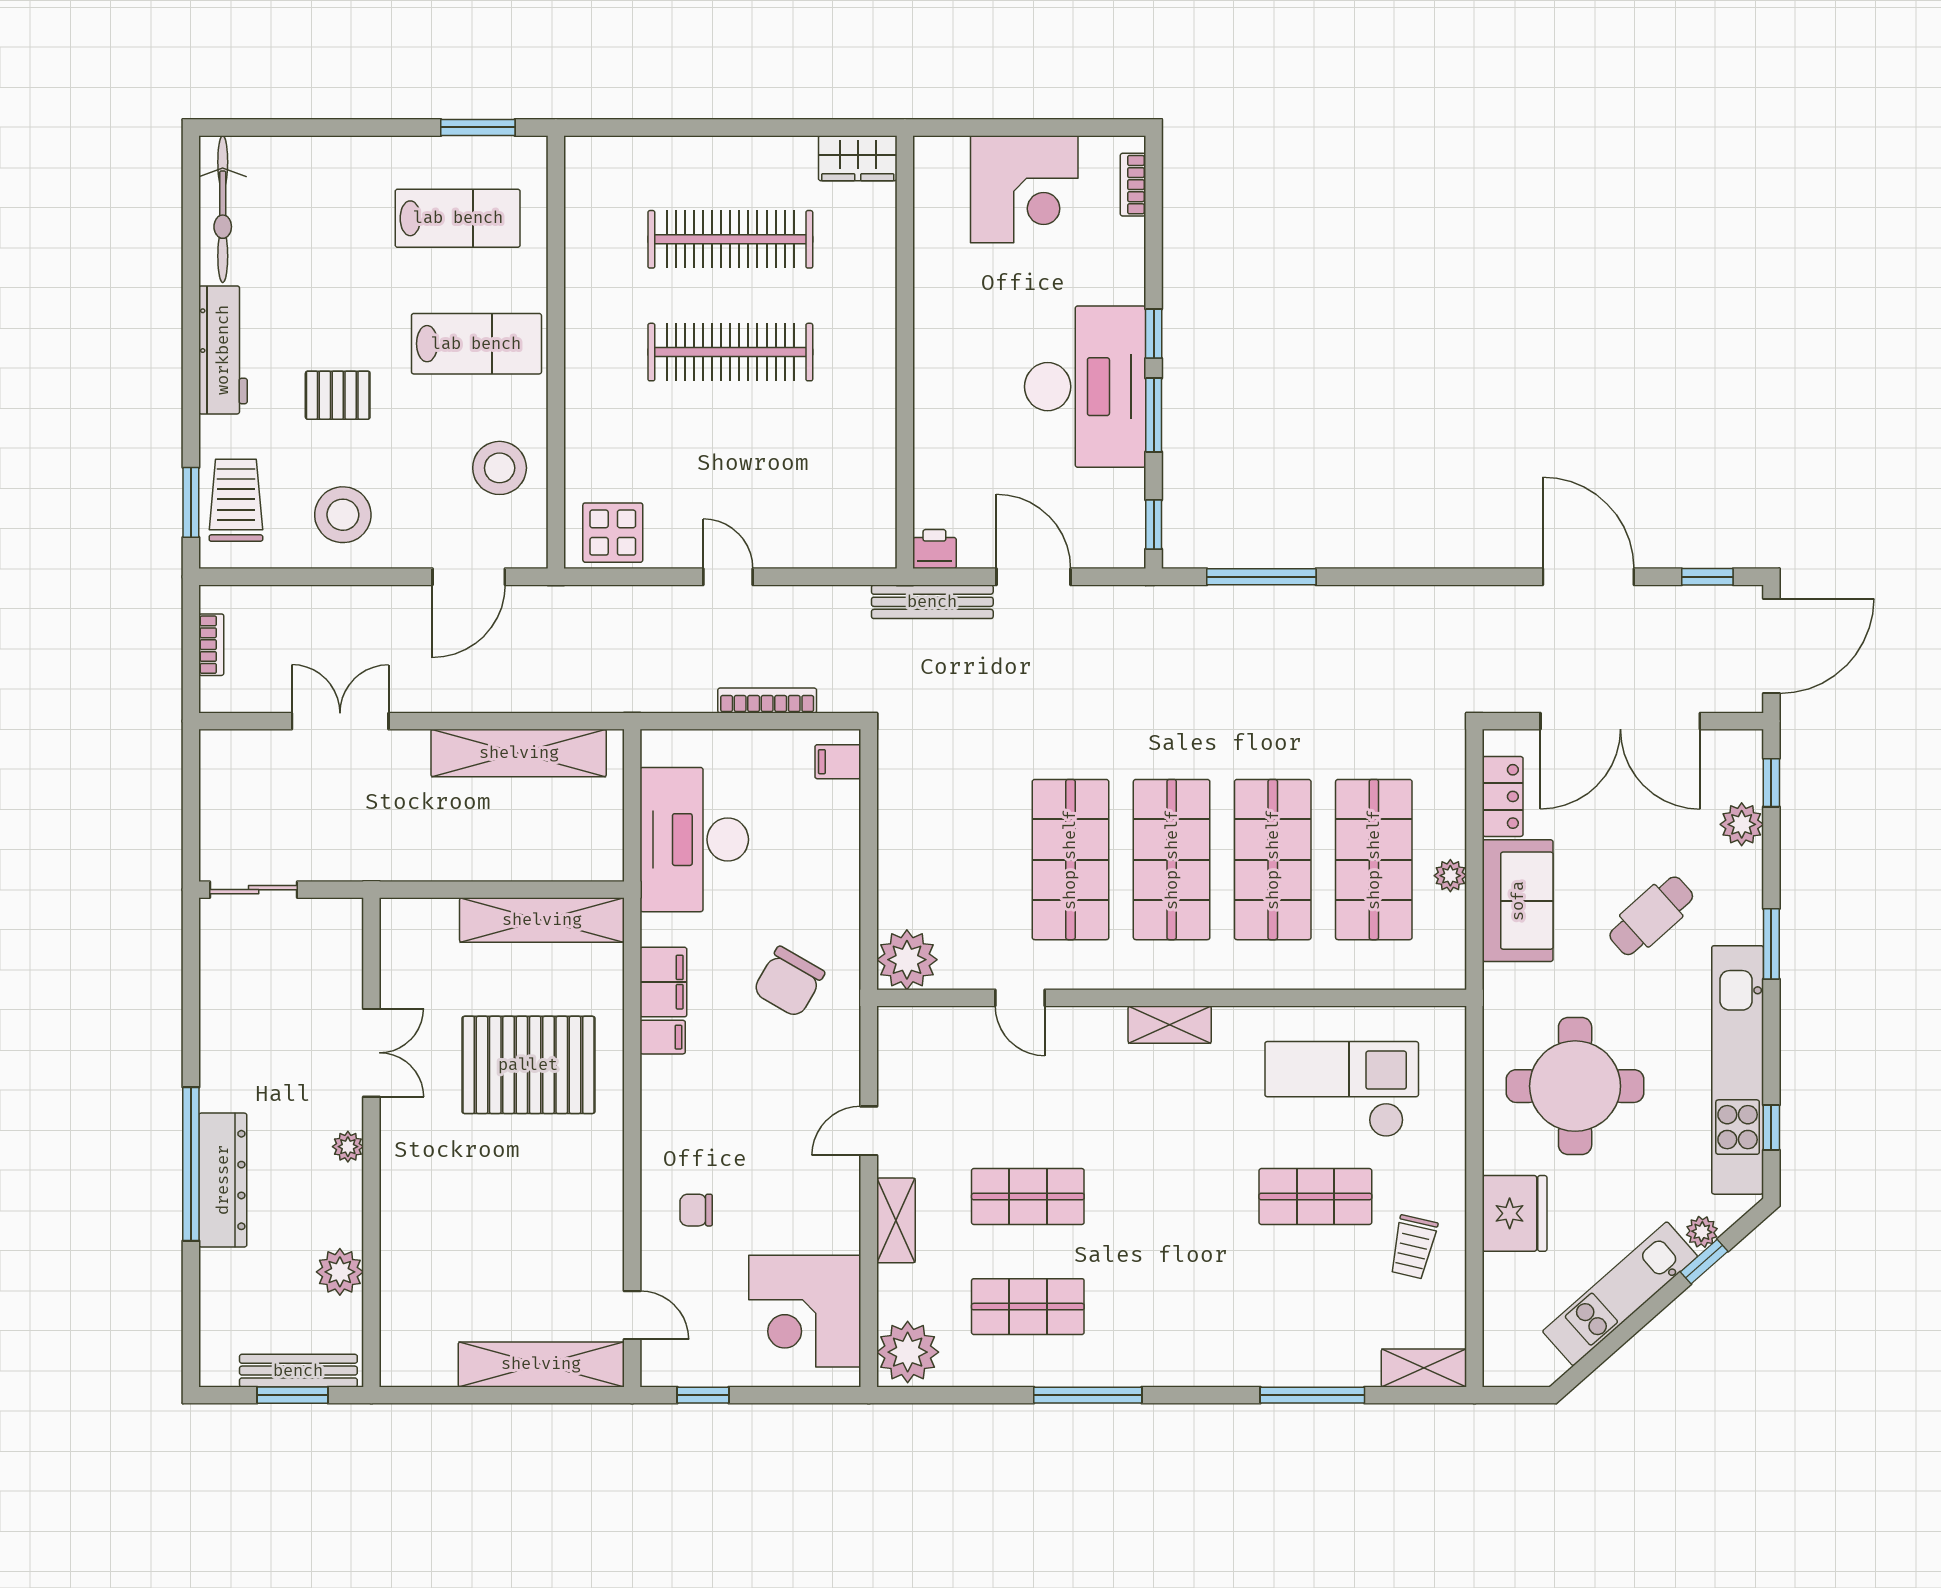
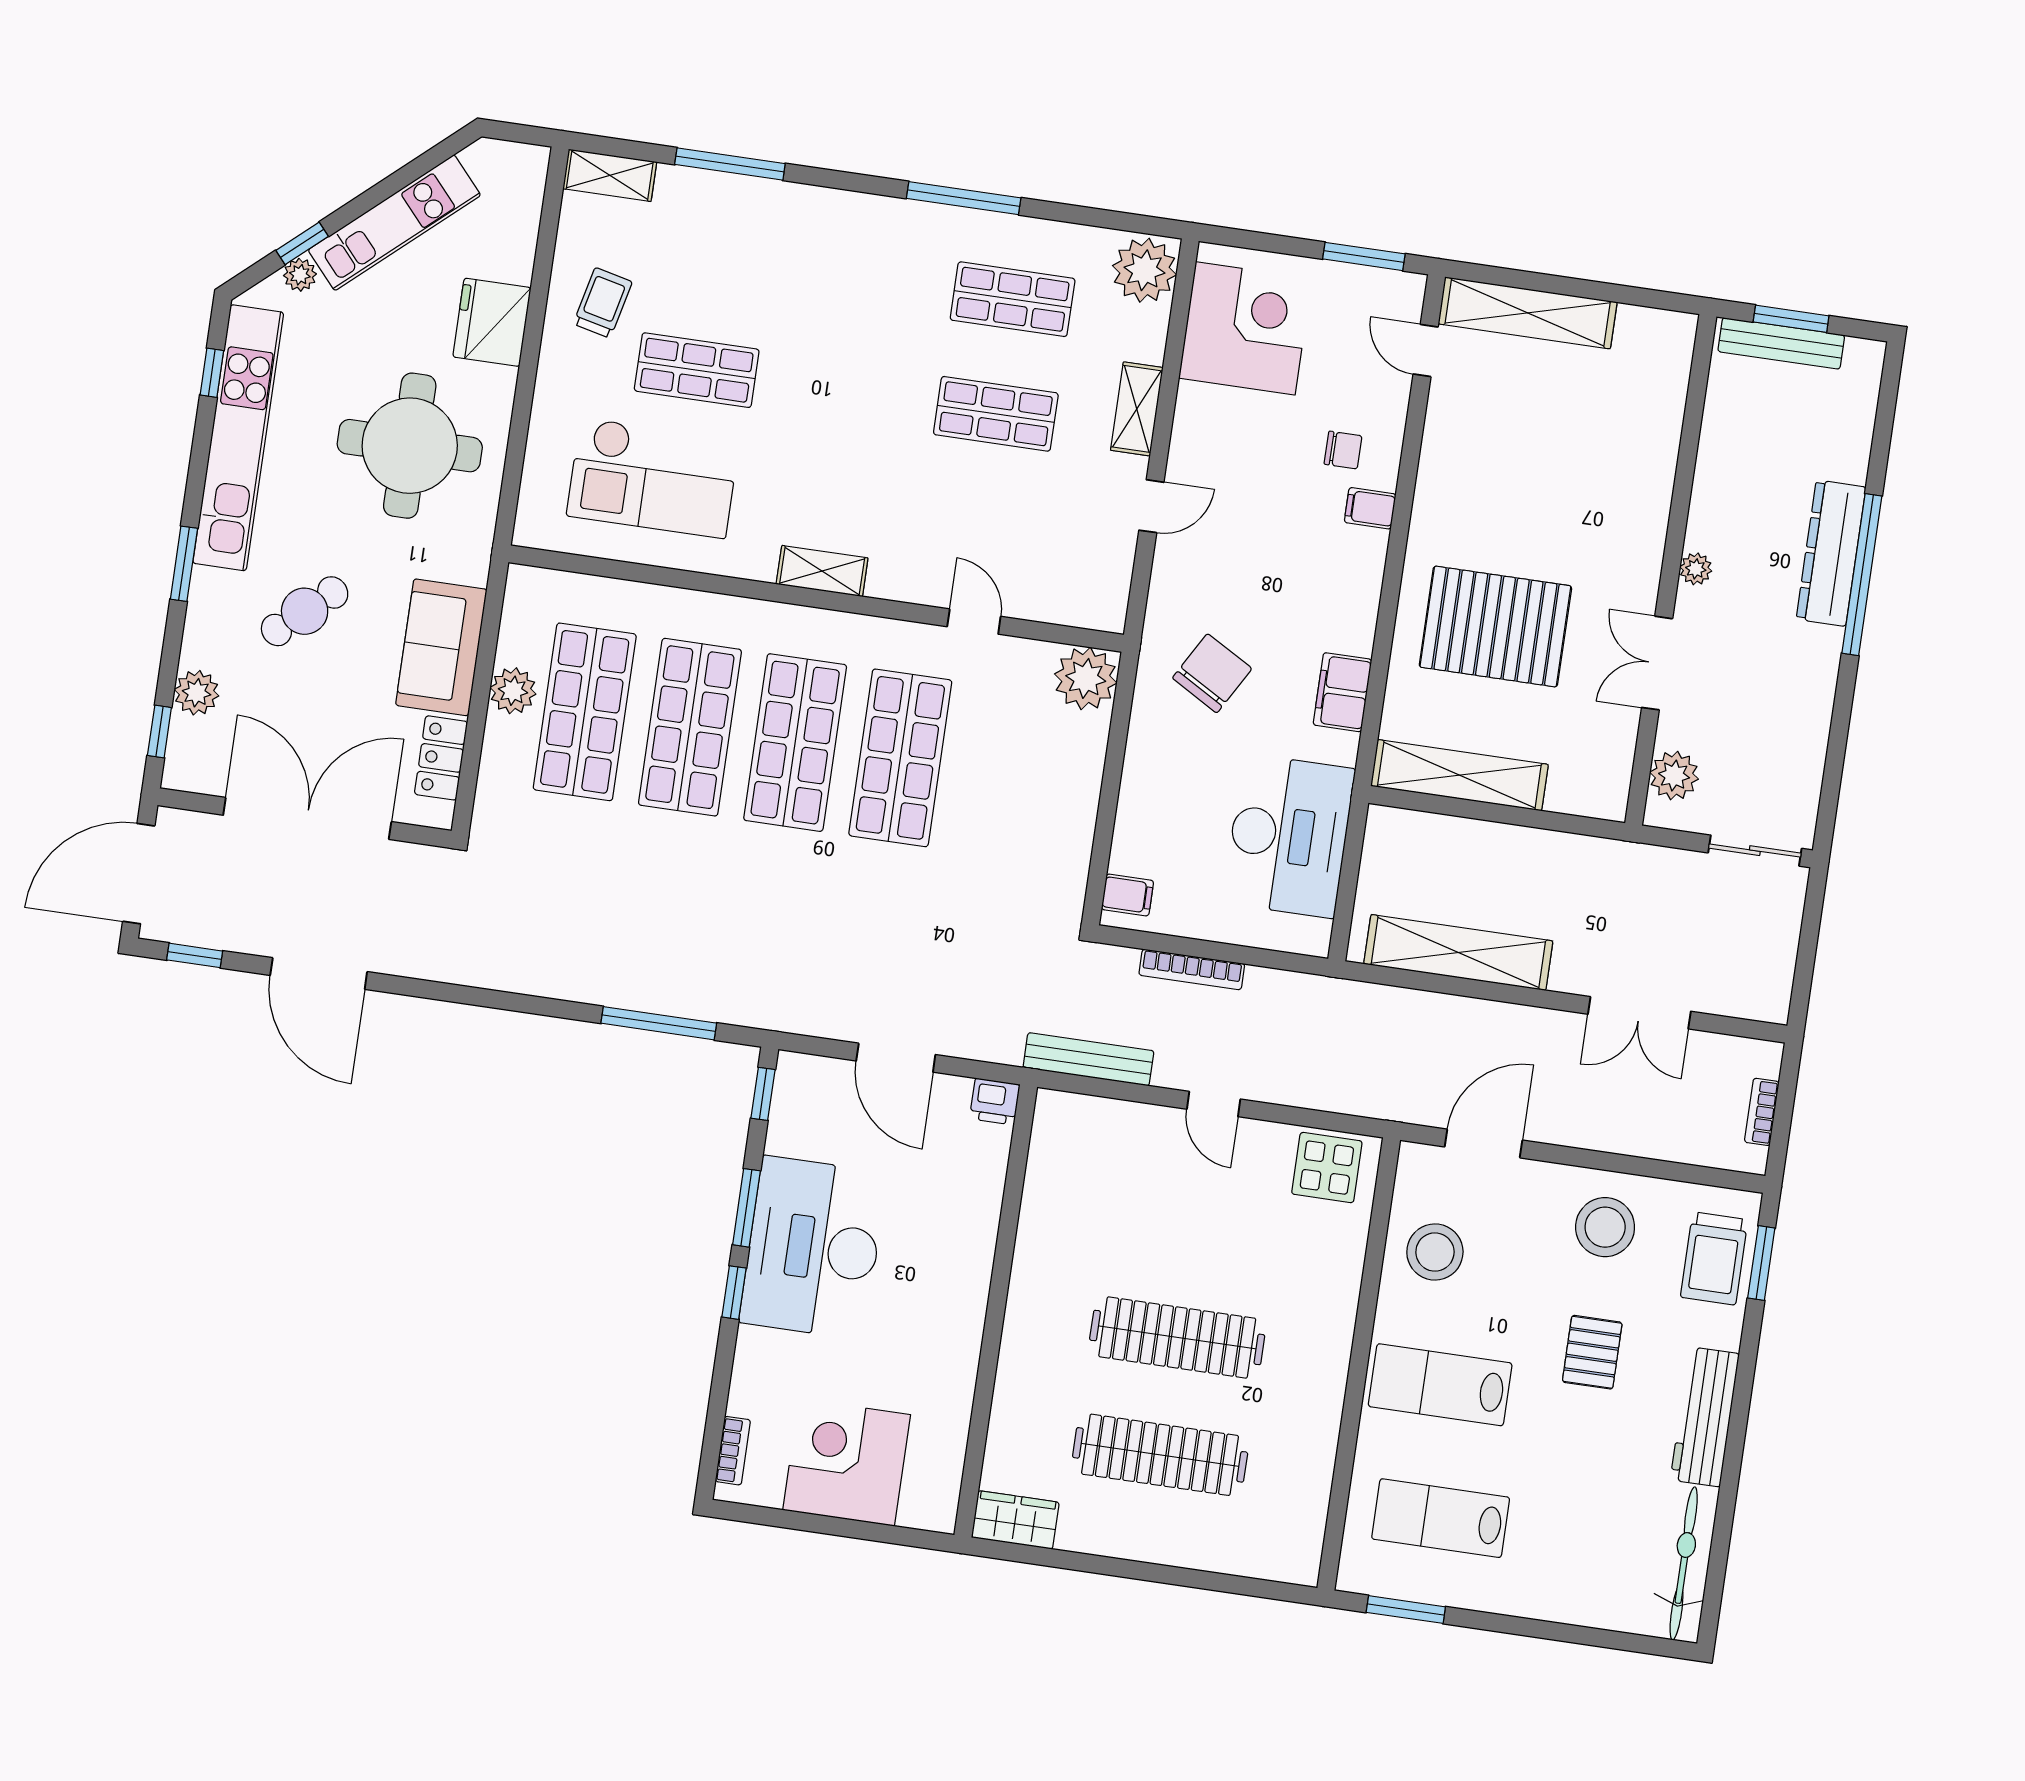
pallet: (338, 395) -> (1592, 1352), turned 90
bench: (932, 602) -> (1088, 1059), moved
plant: (1450, 876) -> (513, 691), width x1.38, depth x1.38
filing cabinet: (663, 1037) -> (1370, 508), moved
plant: (340, 1272) -> (1674, 776), moved
window: (703, 1395) -> (1364, 256), width x1.50

